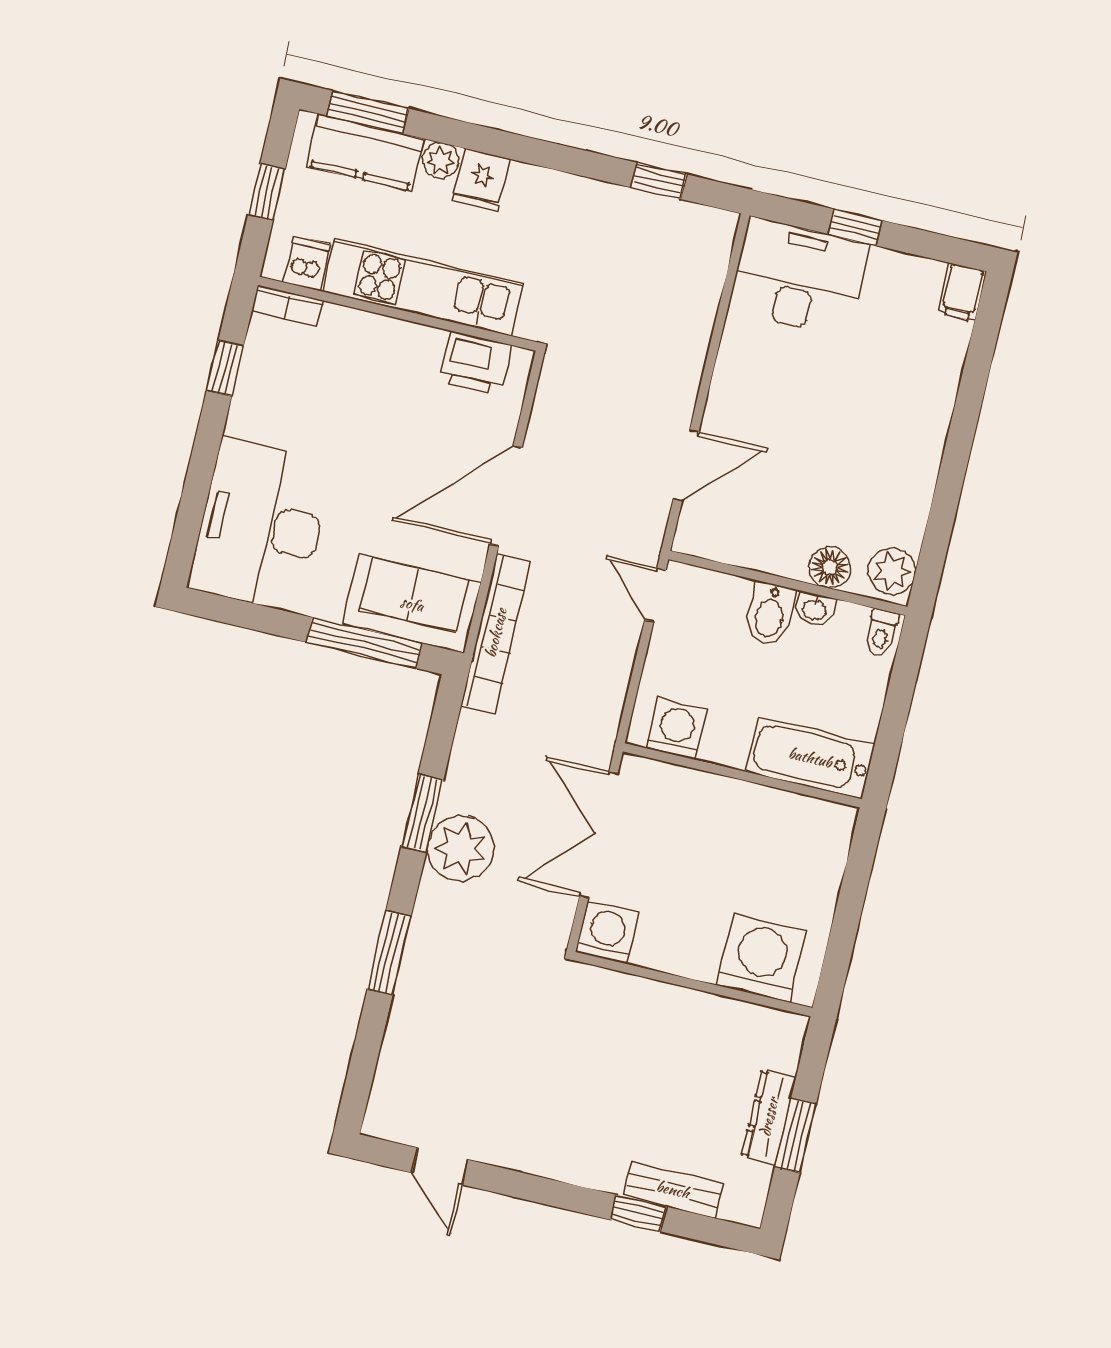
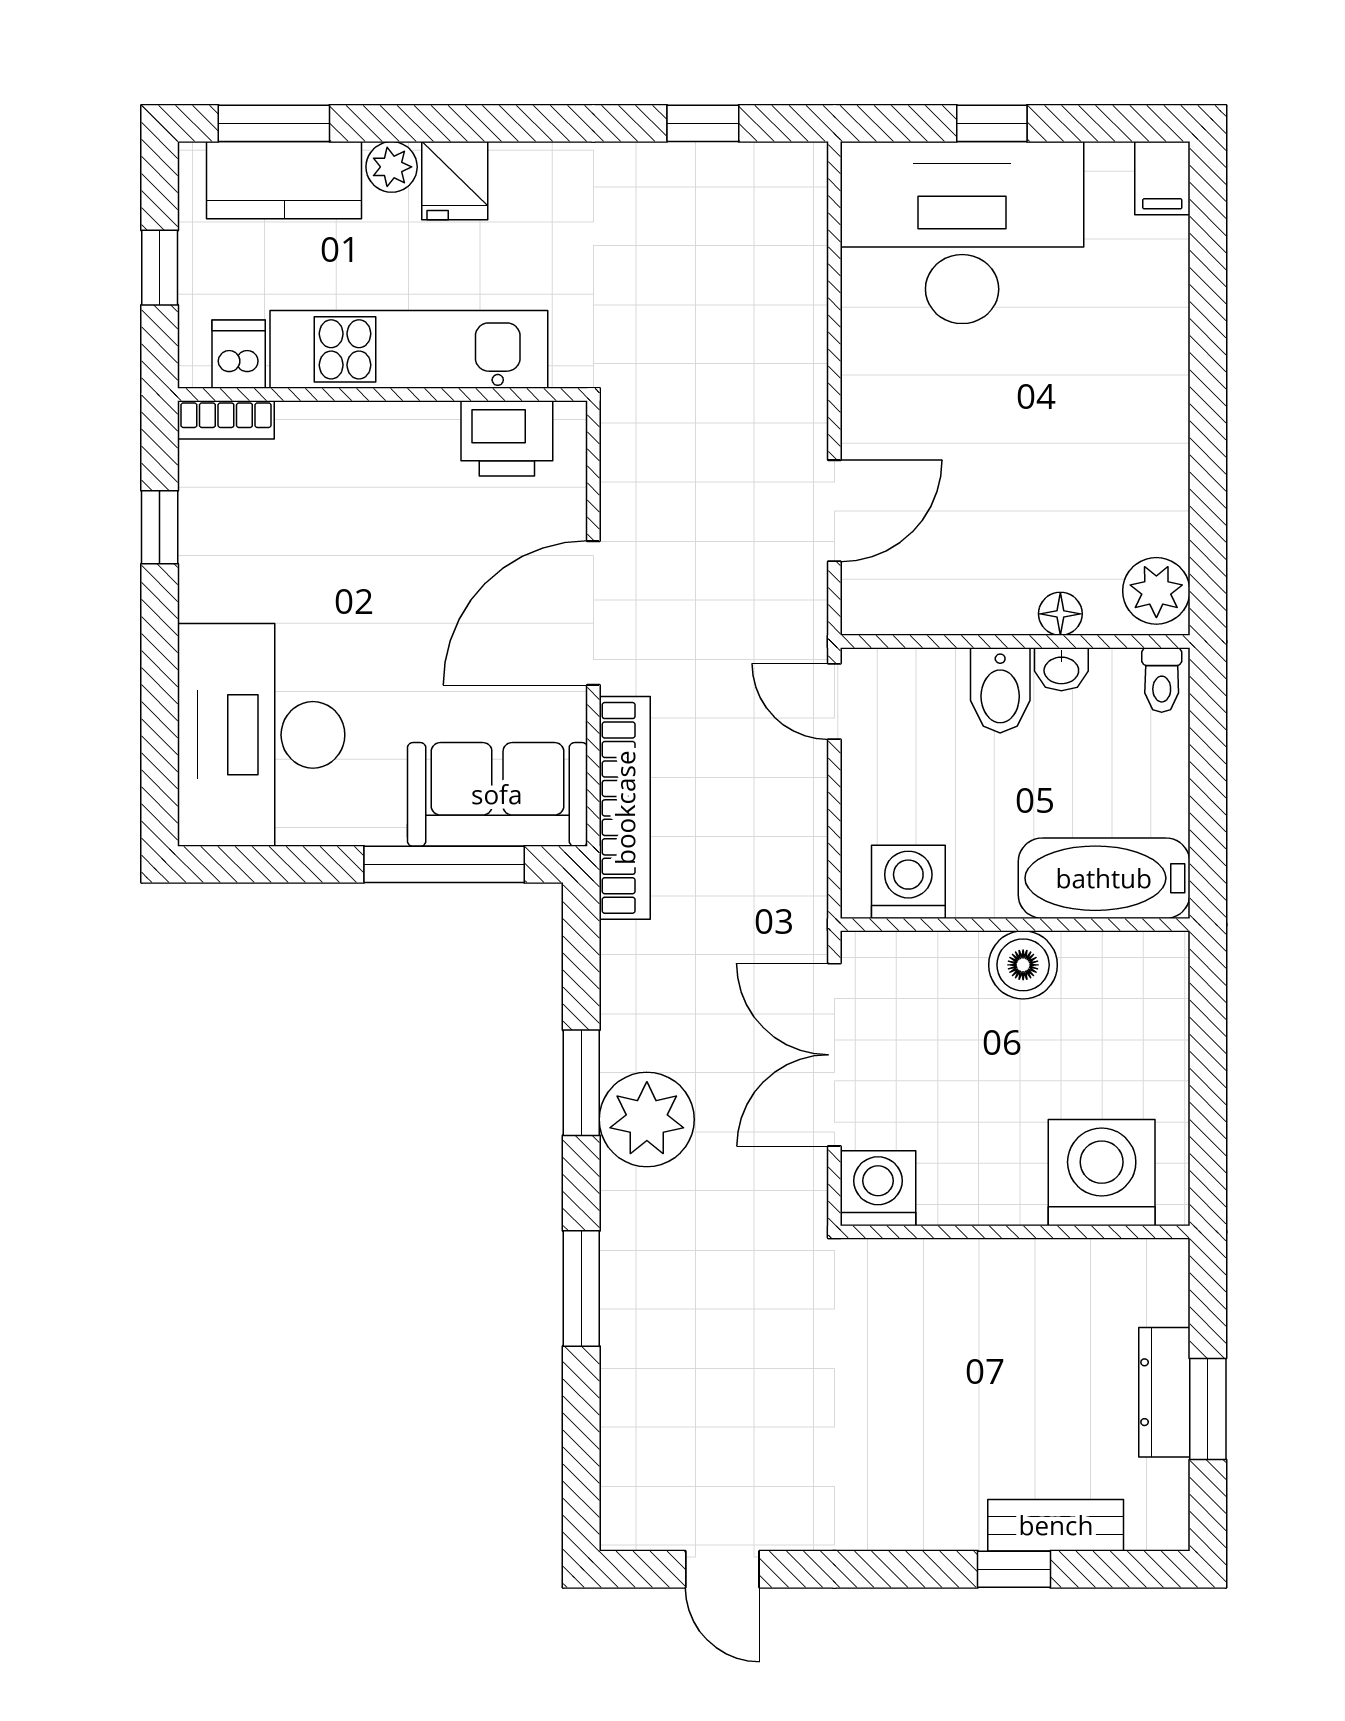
desk: (799, 277) -> (962, 233), width x1.36, depth x1.30
floor lamp: (830, 567) -> (1060, 614), width x0.73, depth x0.73
boiler: (741, 804) -> (1023, 965), added

